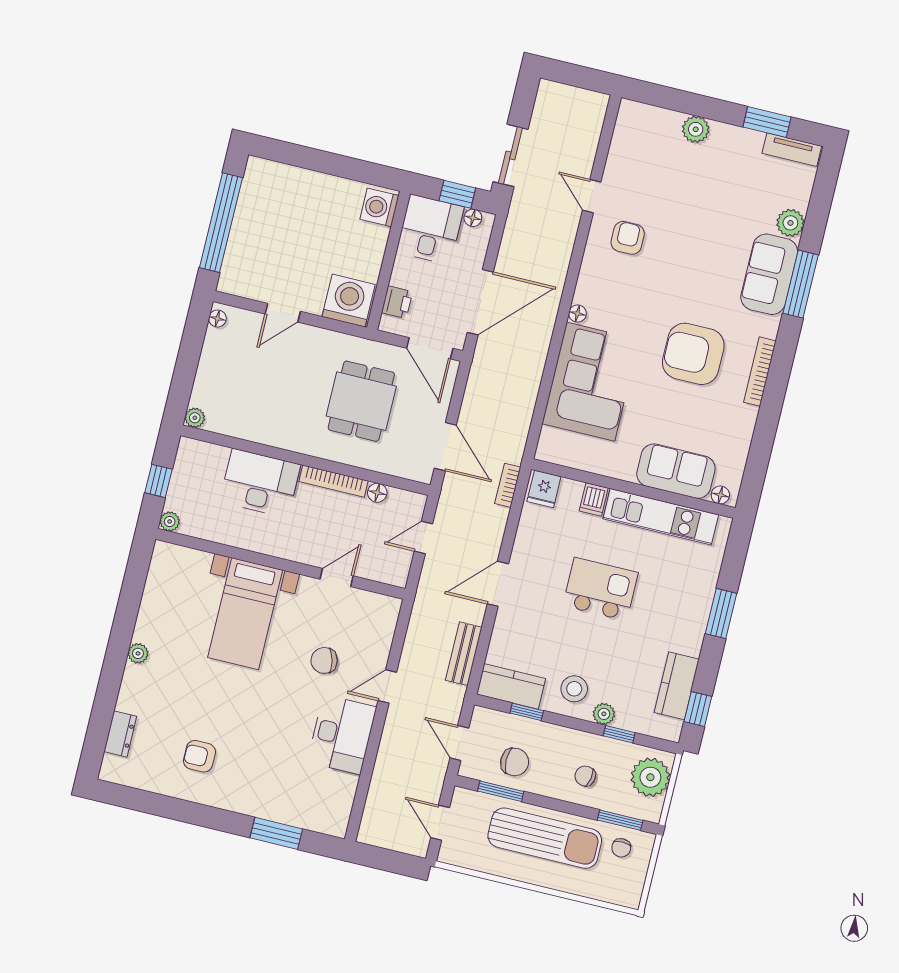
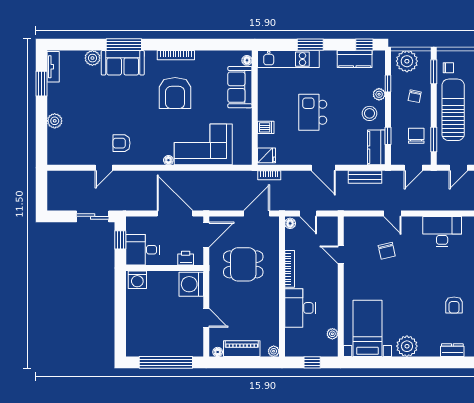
floor lamp: (473, 218) -> (131, 228), removed
piano: (213, 362) -> (242, 349), added
floor lamp: (377, 493) -> (290, 223), moved
kitchen unit: (661, 517) -> (288, 59), moved, turned 90
plant: (170, 521) -> (332, 334), moved
bed with nightstands: (245, 614) -> (368, 328), moved, turned -90
plant: (138, 653) -> (407, 346), width x1.87, depth x1.87
desk: (342, 735) -> (442, 232), moved

